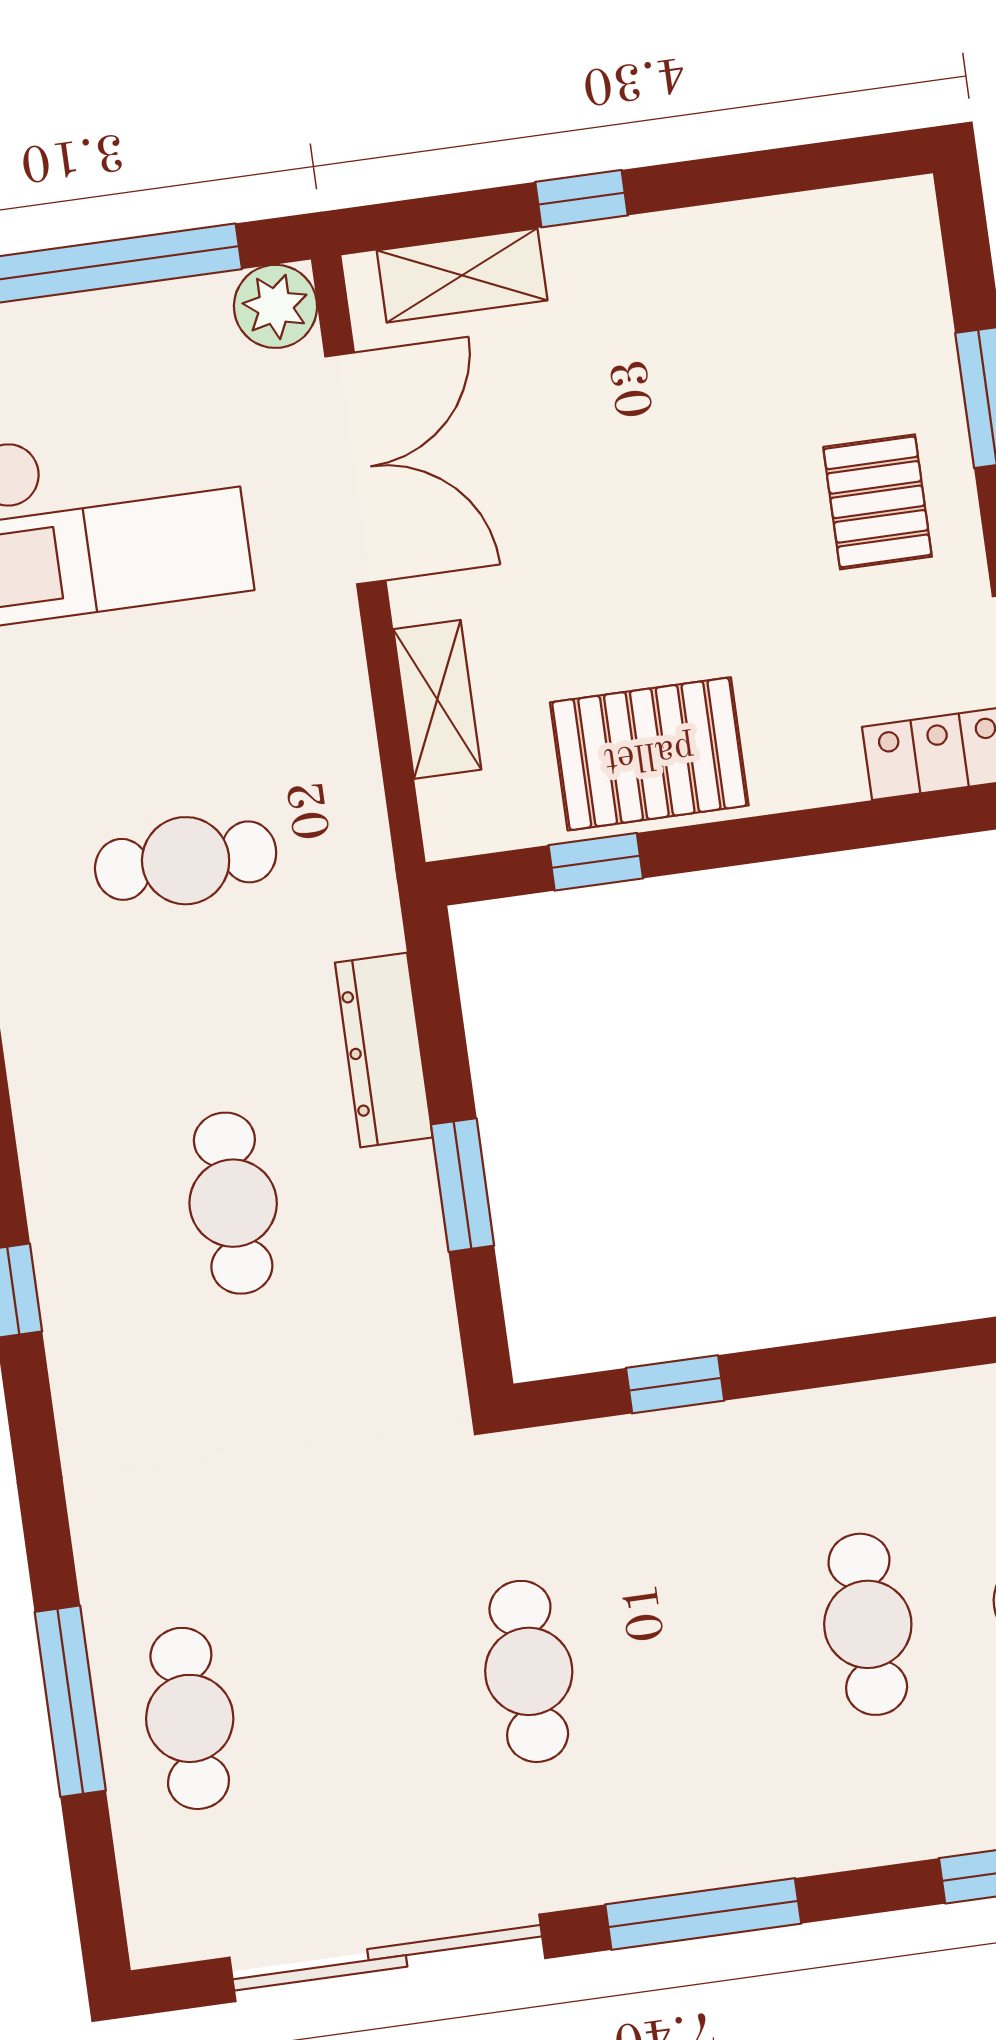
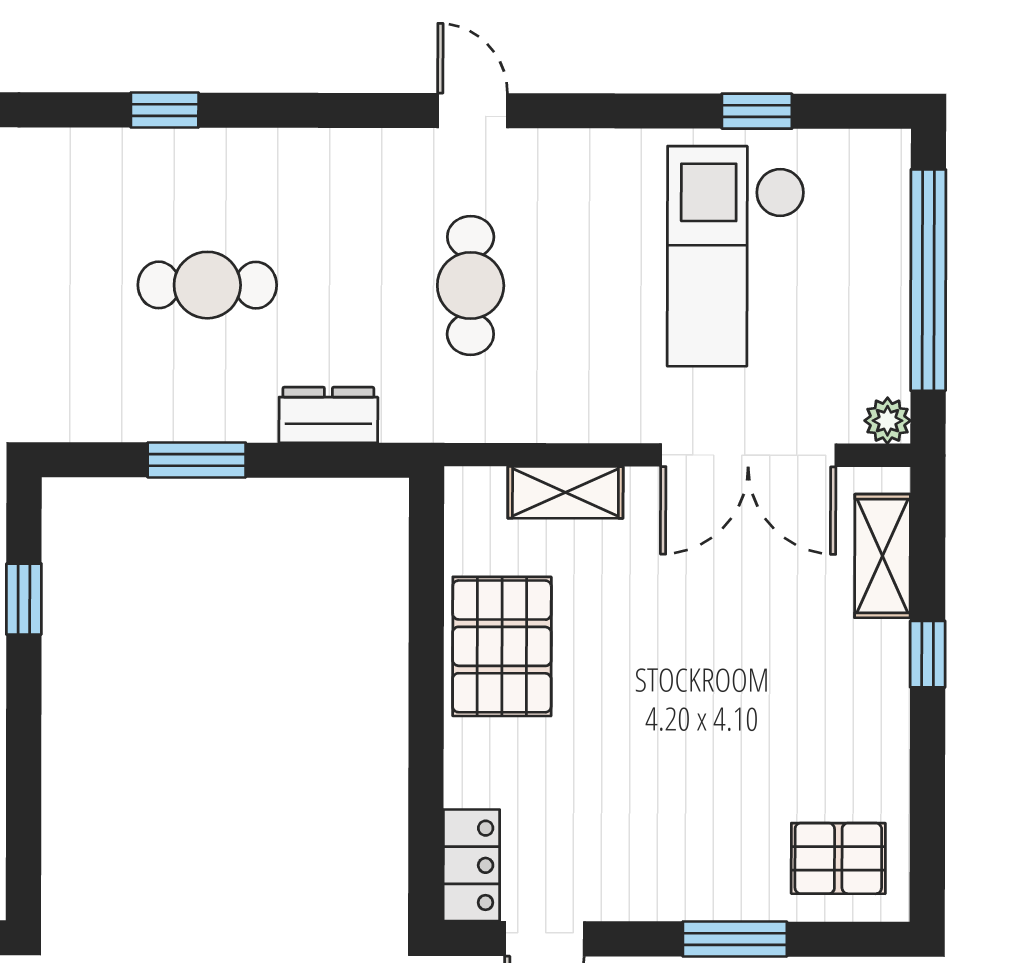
plant: (275, 306) -> (887, 421), width x0.73, depth x0.73
pallet: (878, 502) -> (838, 858), moved
window: (596, 862) -> (426, 595), removed
dresser: (384, 1050) -> (328, 415), width x0.70

